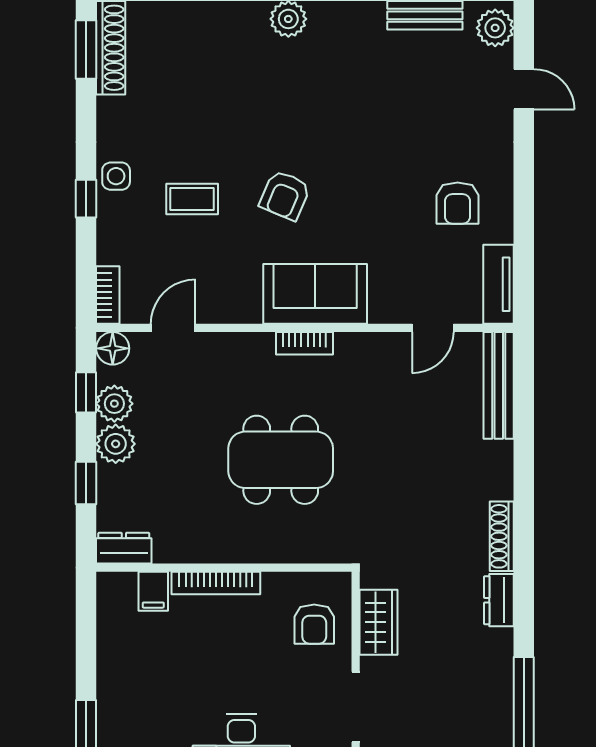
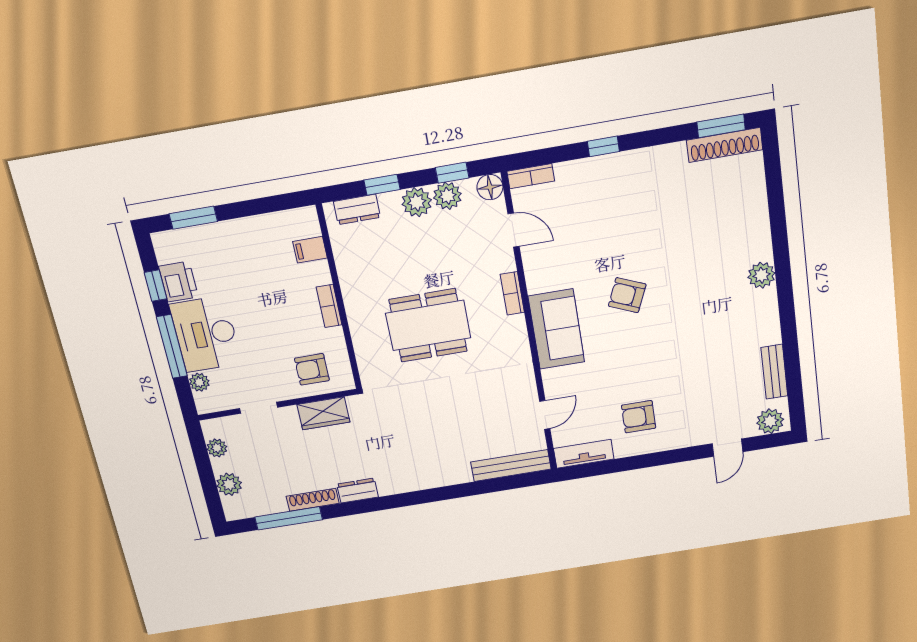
side table: (116, 176) -> (624, 167), removed
coffee table: (192, 199) -> (615, 227), removed
door: (433, 328) -> (545, 415), swing flipped
bookcase: (305, 343) -> (512, 293), moved
dining table: (281, 460) -> (428, 325), turned 90
shoe rack: (502, 536) -> (313, 500), moved
dresser: (124, 548) -> (357, 209), moved, turned 90
bookcase: (216, 583) -> (329, 306), width x0.64
doorway: (356, 707) -> (258, 408), width x0.73

